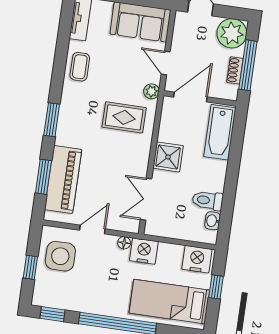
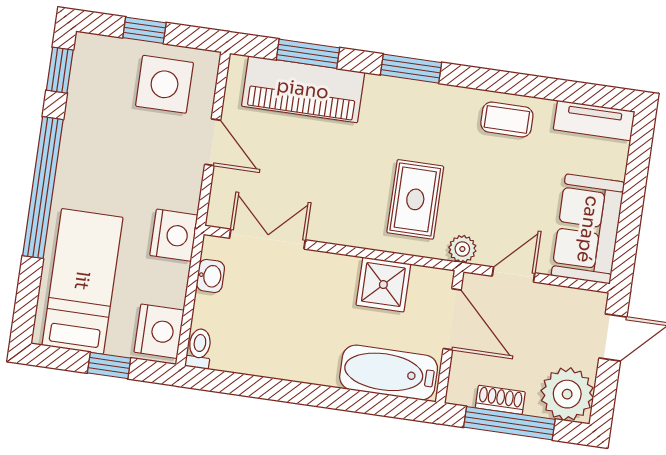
shower: (168, 157) -> (383, 285), moved
toilet: (208, 200) -> (199, 348), moved, width x0.73, depth x0.72
washbasin: (213, 221) -> (211, 276), moved, turned 90
floor lamp: (124, 243) -> (189, 199), removed

